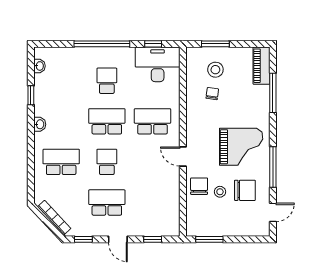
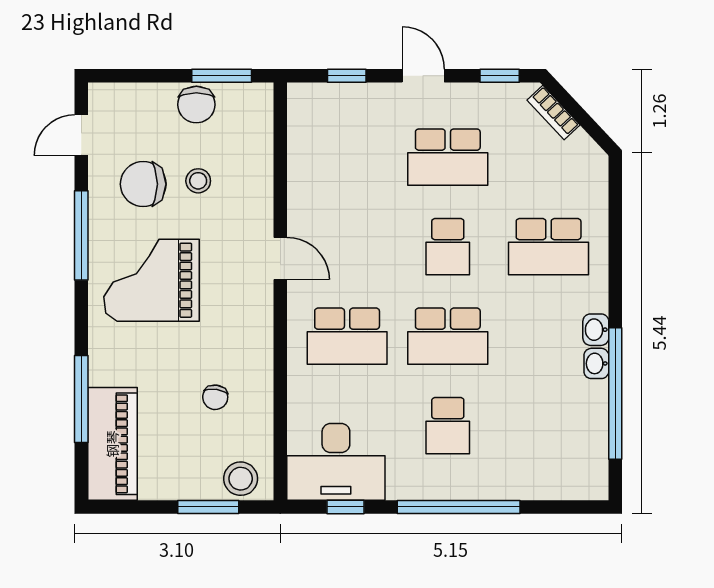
washbasin: (39, 66) -> (596, 363), moved
piano: (262, 66) -> (112, 444), width x1.37, depth x1.33
stool: (215, 70) -> (241, 479), moved
window: (31, 95) -> (615, 394), width x3.17
chair: (199, 186) -> (196, 105), moved
bookcase: (54, 218) -> (553, 113), width x0.64

